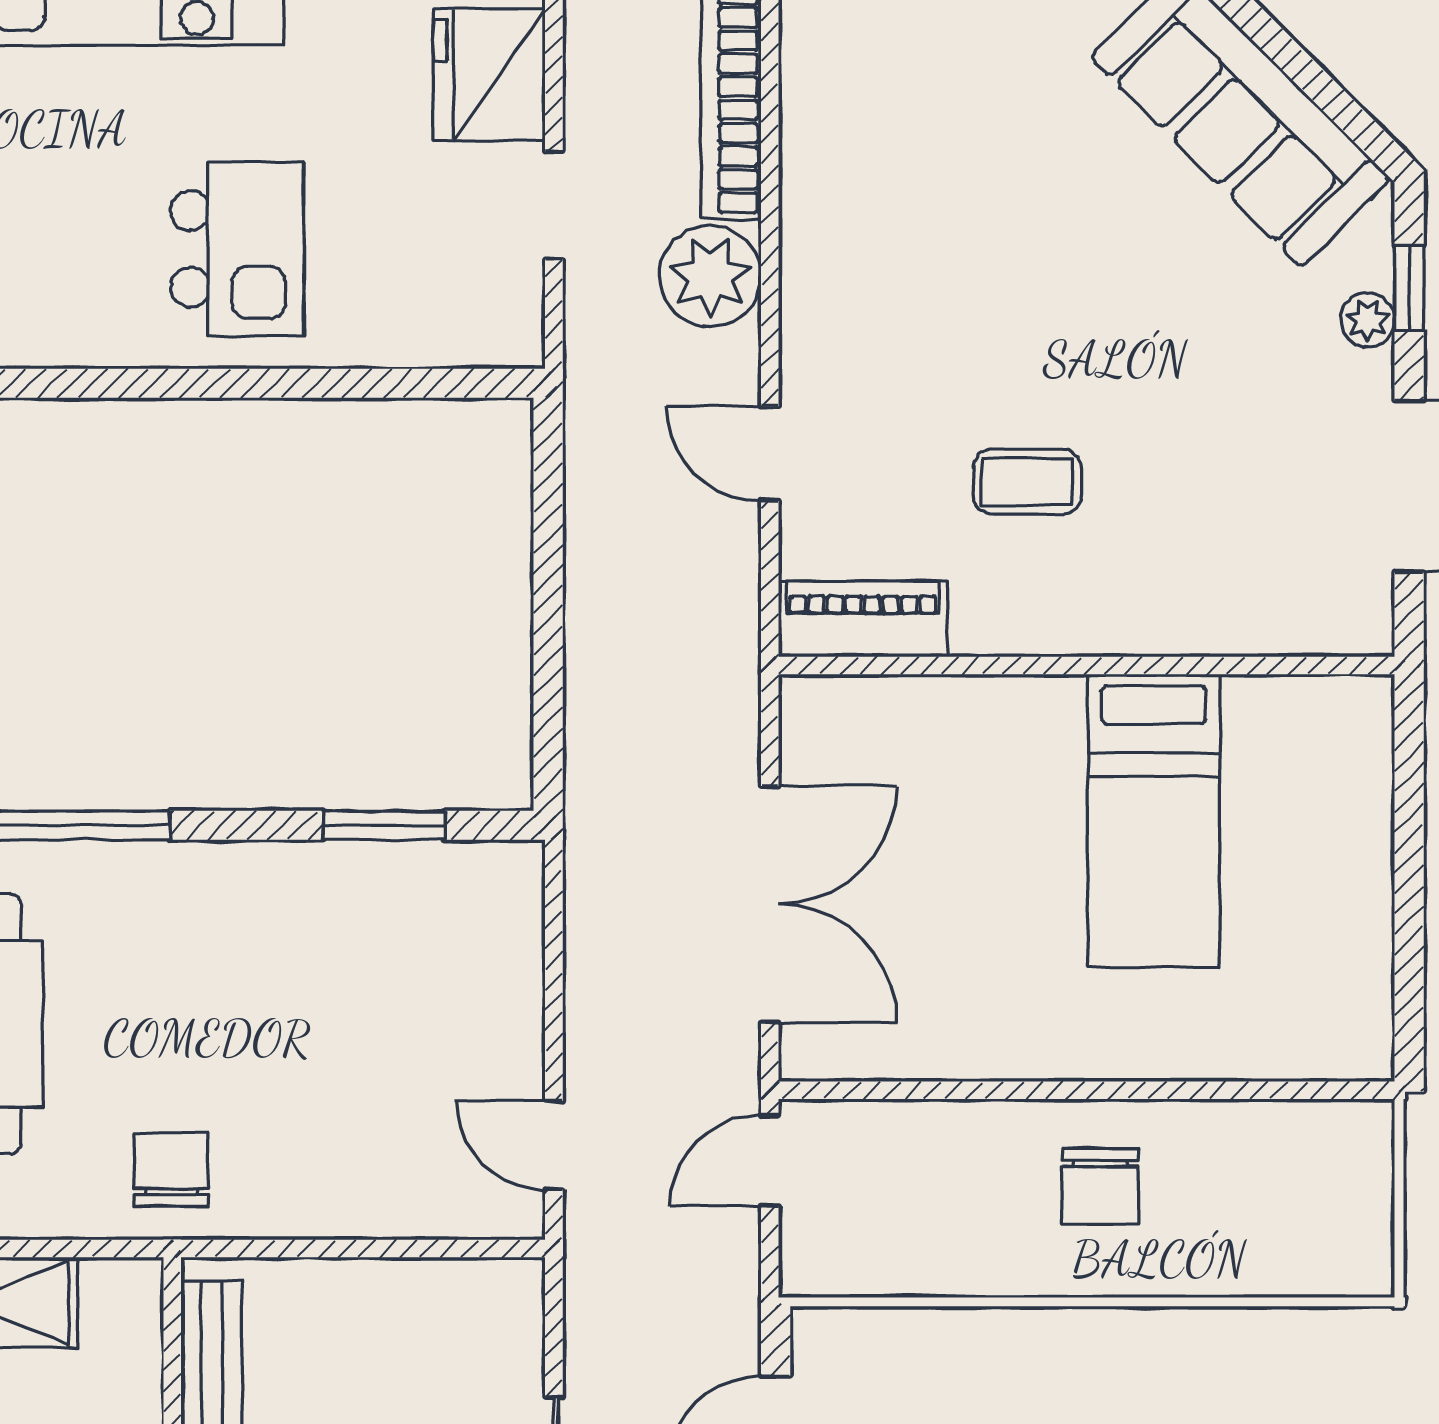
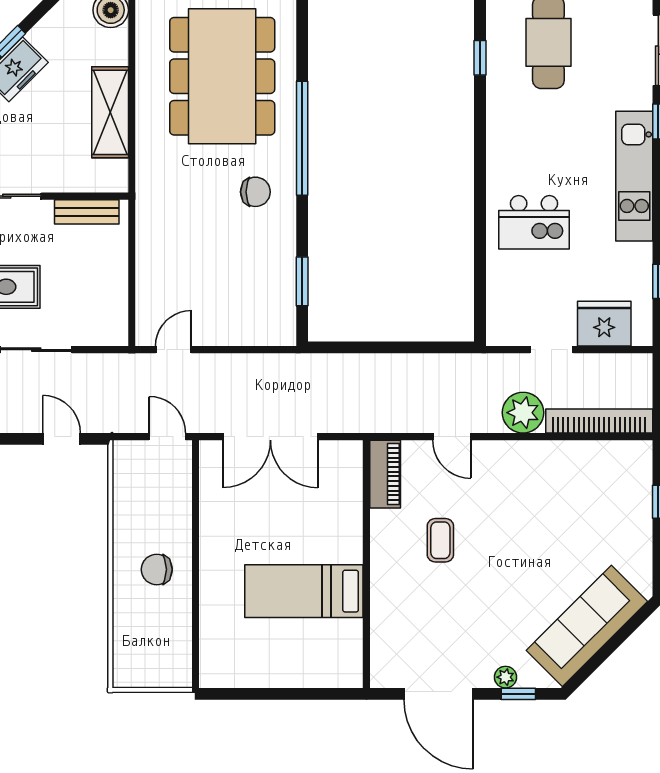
door: (770, 454) -> (452, 437), swing flipped
chair: (171, 1170) -> (255, 192), moved

